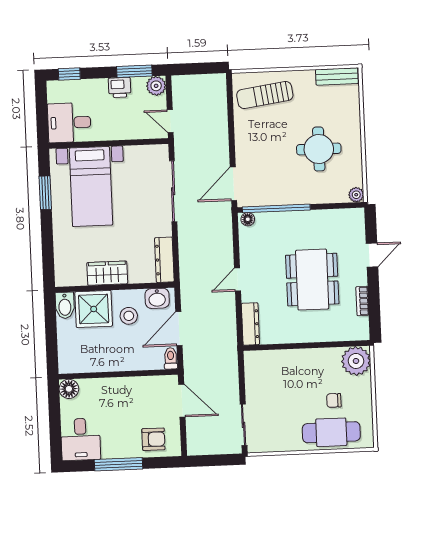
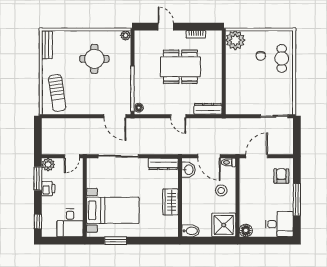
shower: (94, 309) -> (224, 225), moved
stool: (129, 316) -> (221, 190), moved
cafe table: (331, 432) -> (282, 58), width x0.73, depth x0.74

